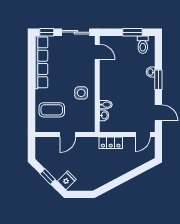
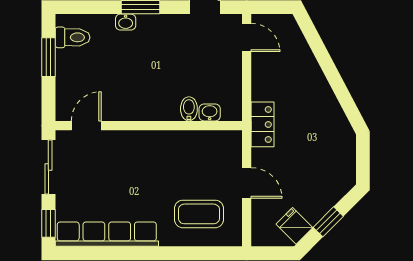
side table: (81, 93) -> (166, 157), removed
coffee table: (52, 110) -> (199, 214), turned 90
locker: (111, 143) -> (263, 124), moved
fridge: (67, 180) -> (294, 226), moved

